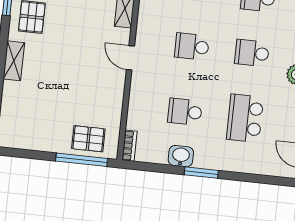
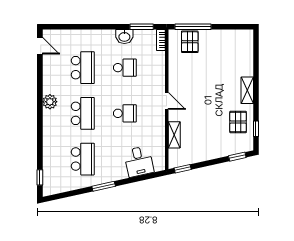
school desk: (252, 53) -> (83, 113), width x1.85
pallet: (88, 139) -> (190, 42), turned 90
window: (201, 173) -> (142, 27), moved

